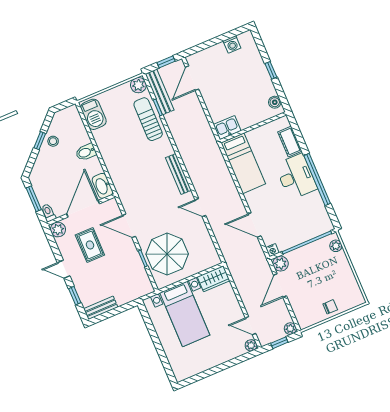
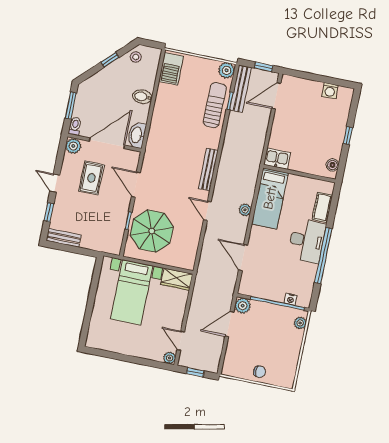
stool: (53, 141) -> (136, 57), moved
nightstand: (272, 250) -> (291, 299), moved
plant: (290, 329) -> (245, 210), moved

